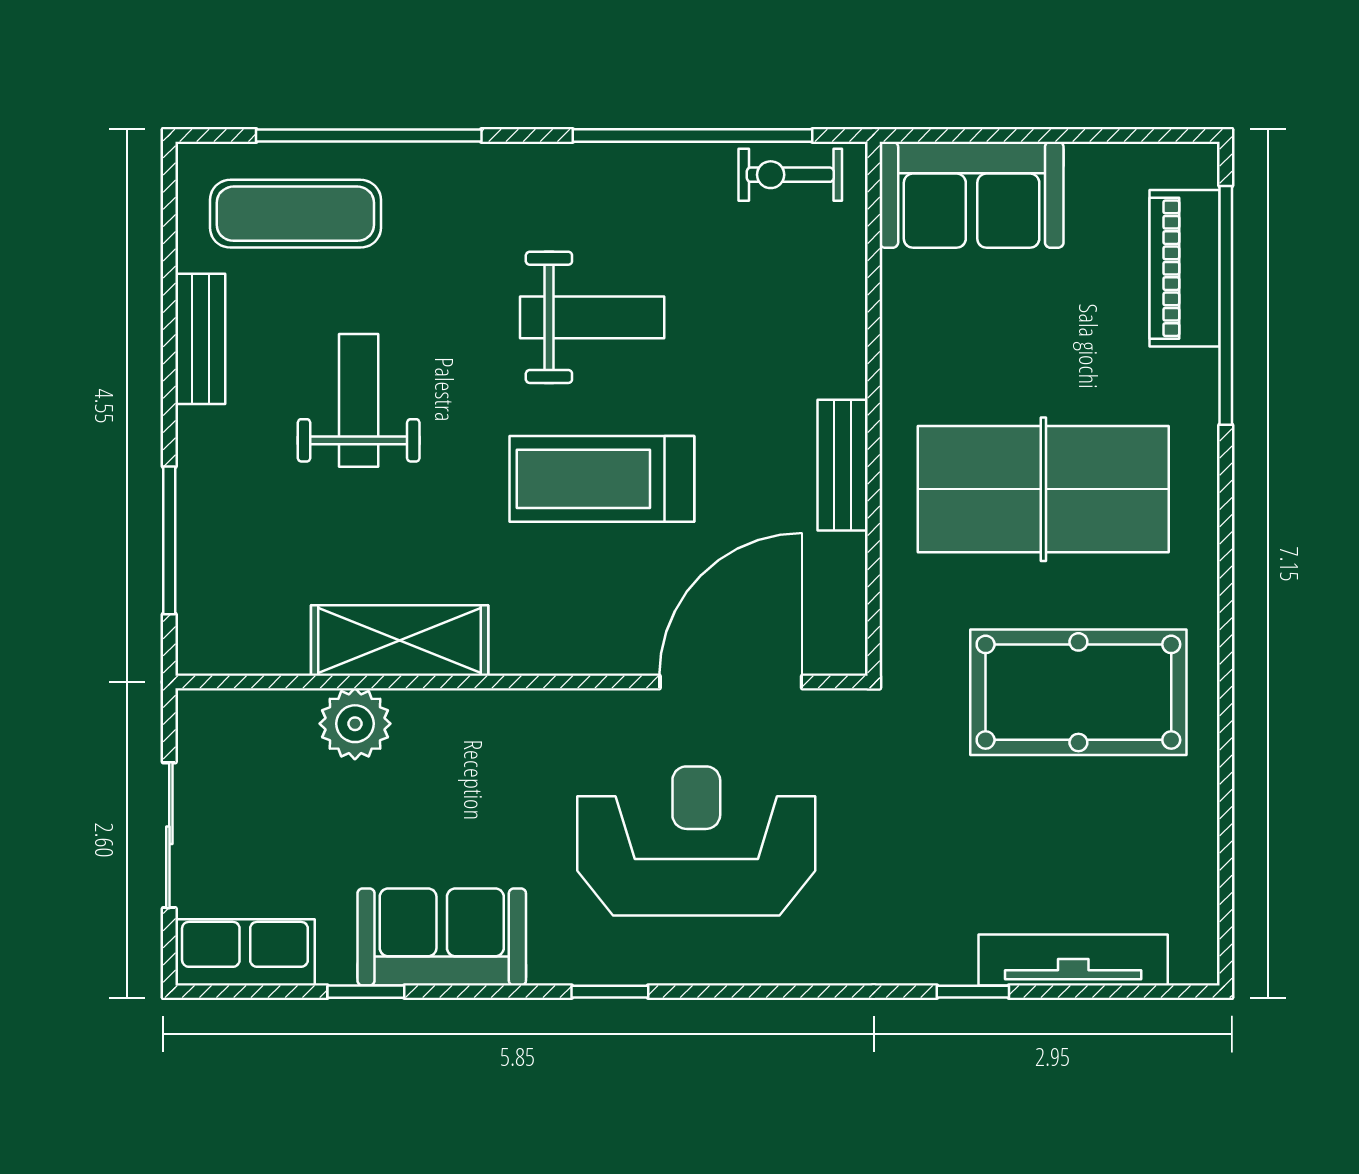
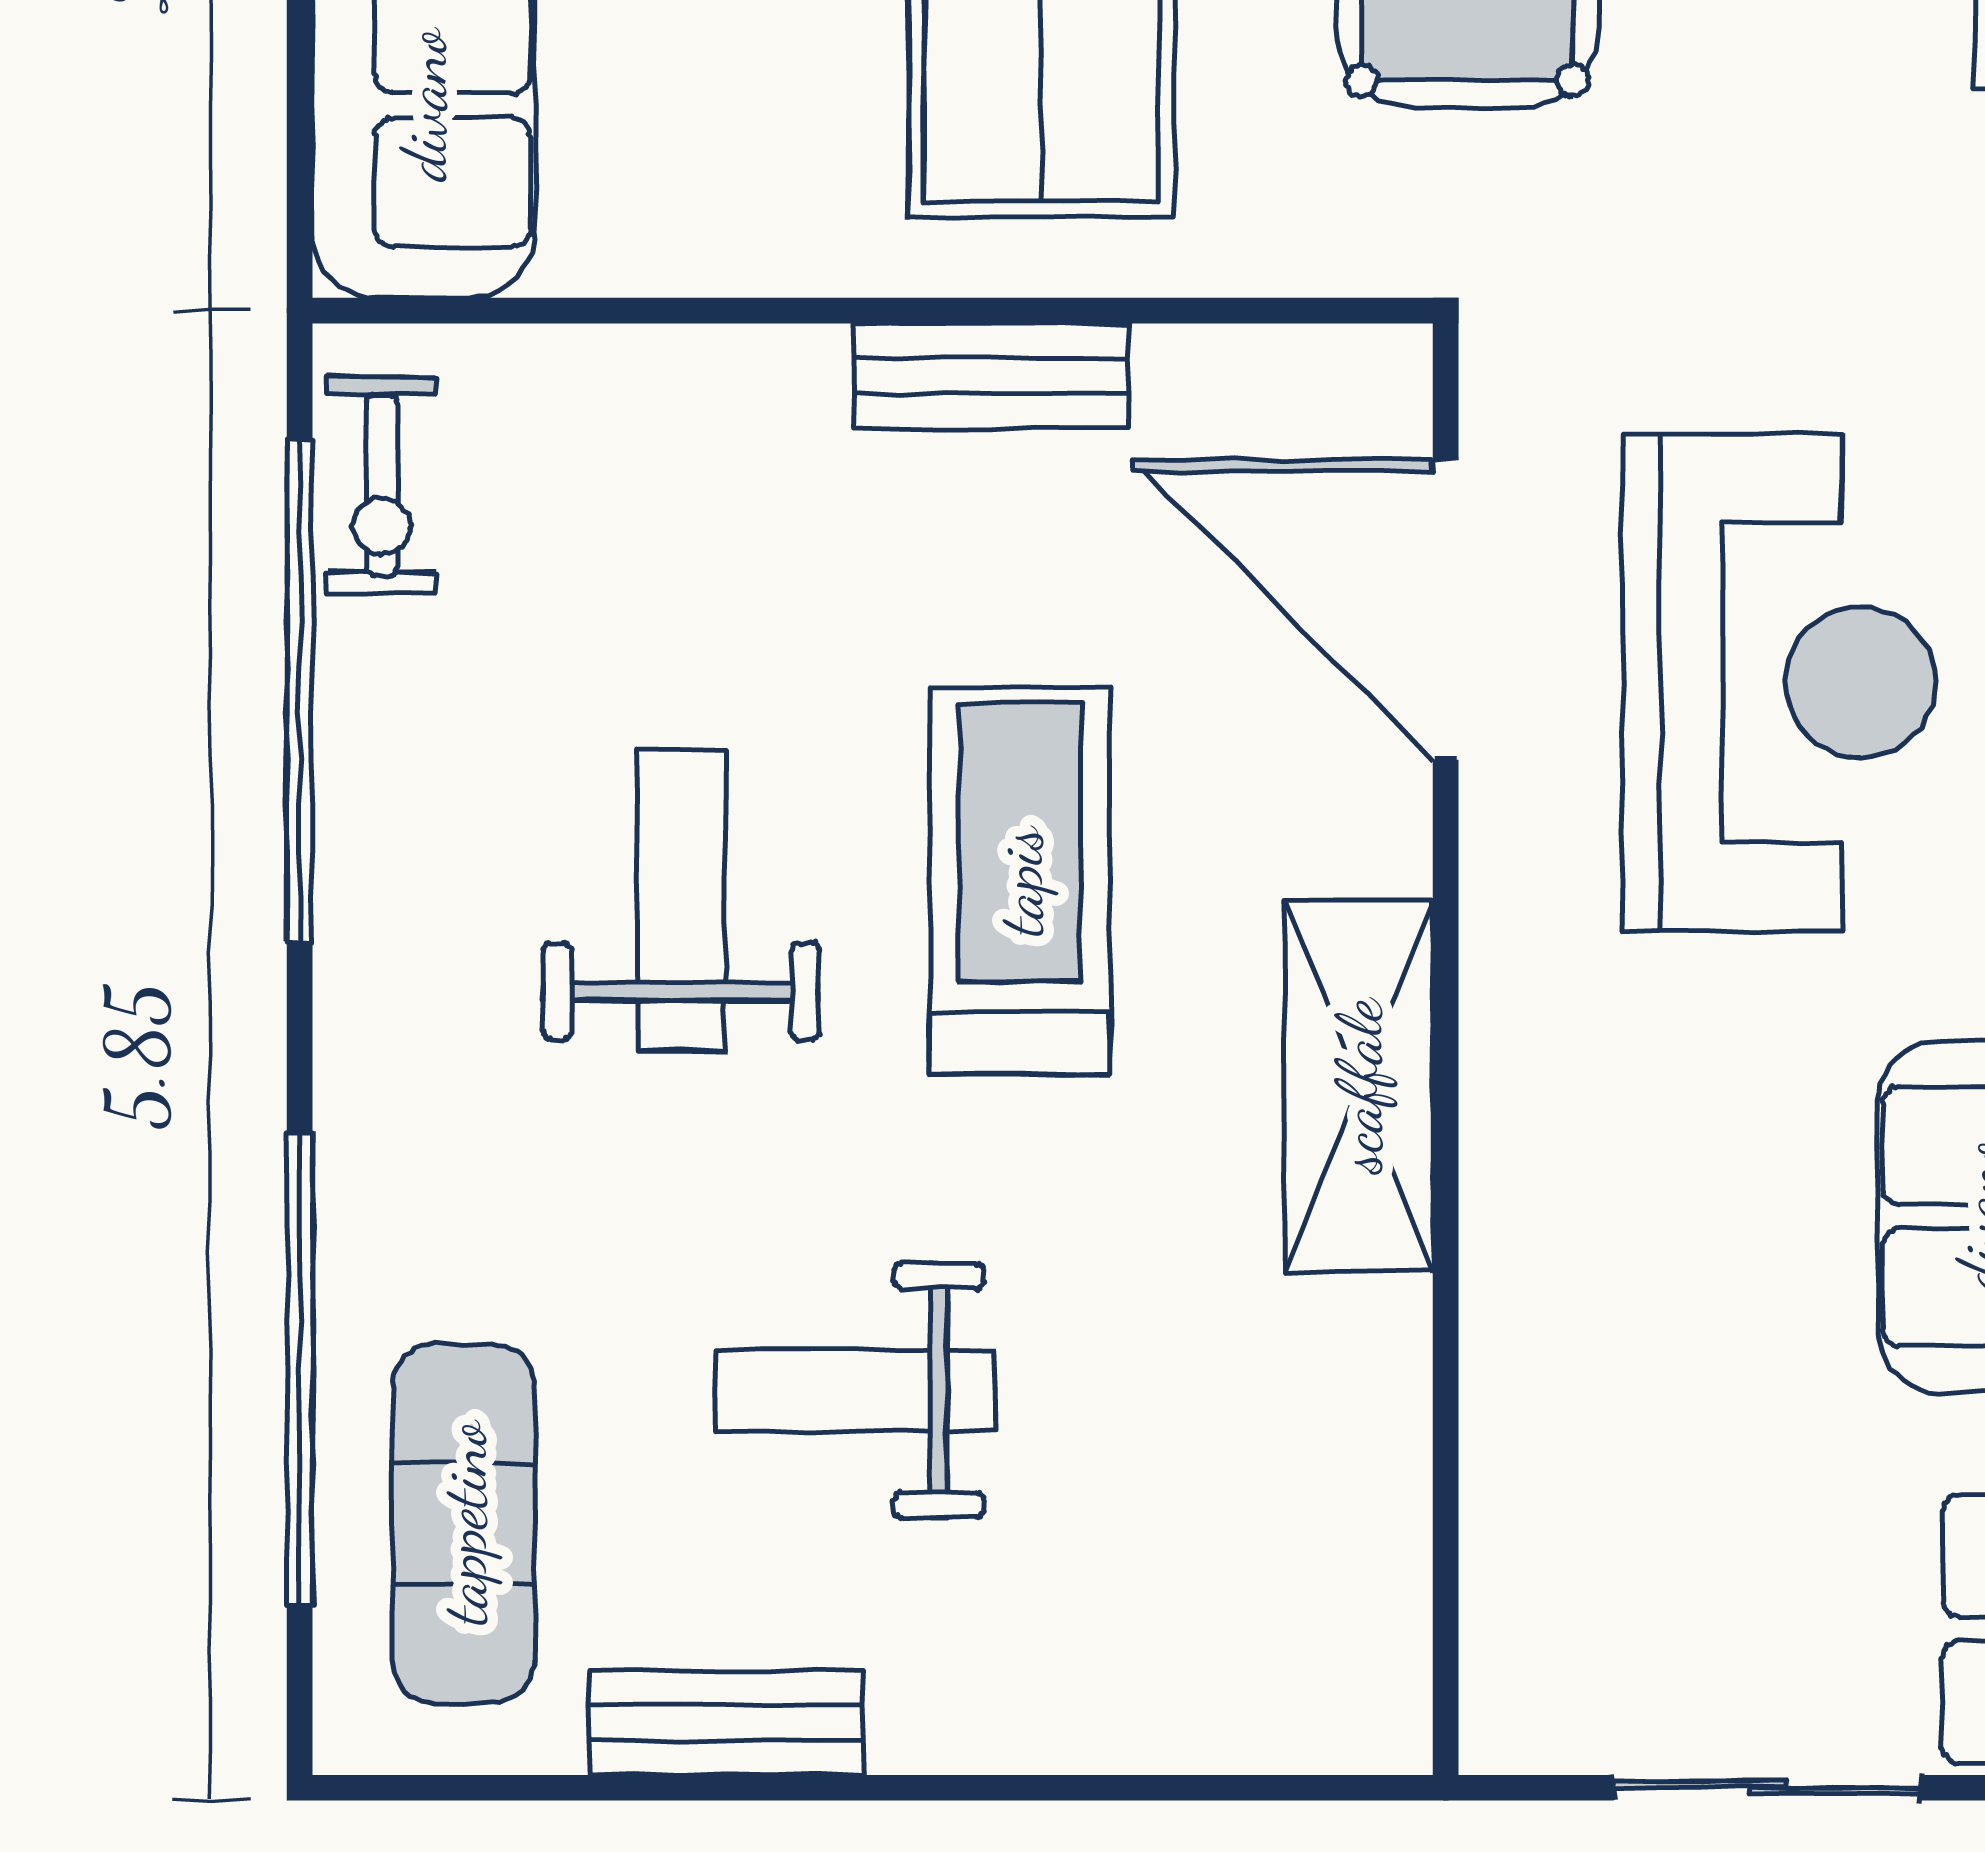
treadmill: (602, 479) -> (1020, 881), turned 180
window: (169, 540) -> (1149, 1788), removed
shelving: (400, 641) -> (1359, 1086), moved
plant: (355, 724) -> (1533, 1398), removed
reception desk: (696, 841) -> (1779, 683), turned 180

